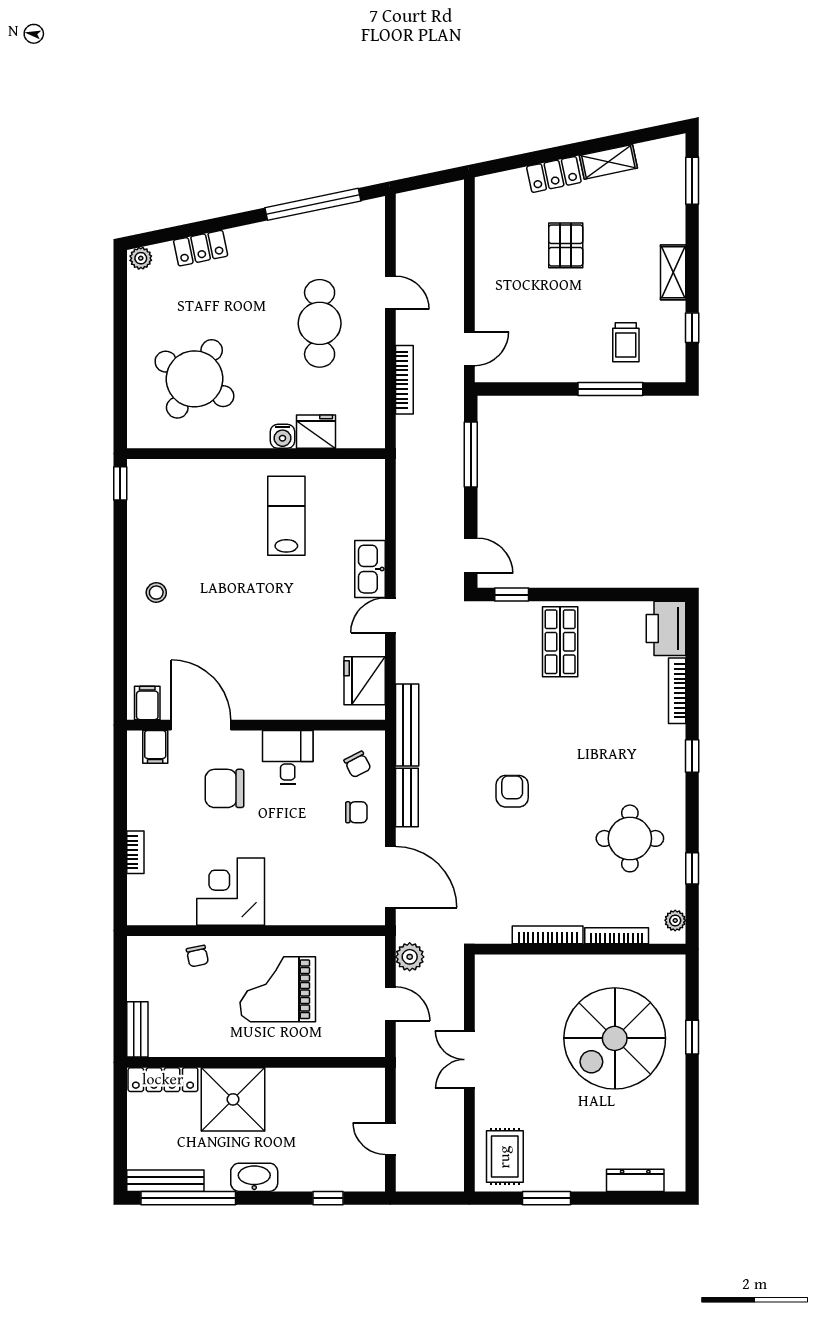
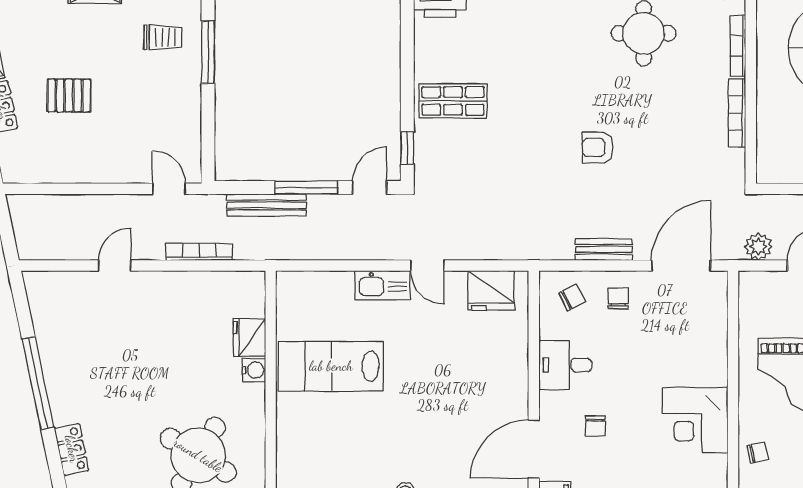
window: (313, 204) -> (38, 383), moved
cafe table: (320, 323) -> (144, 334), removed
window: (471, 455) -> (306, 188), moved
lab bench: (286, 516) -> (331, 366), width x1.36, depth x1.39
bench: (407, 725) -> (267, 205), moved
chair: (224, 788) -> (595, 426), width x0.54, depth x0.54

